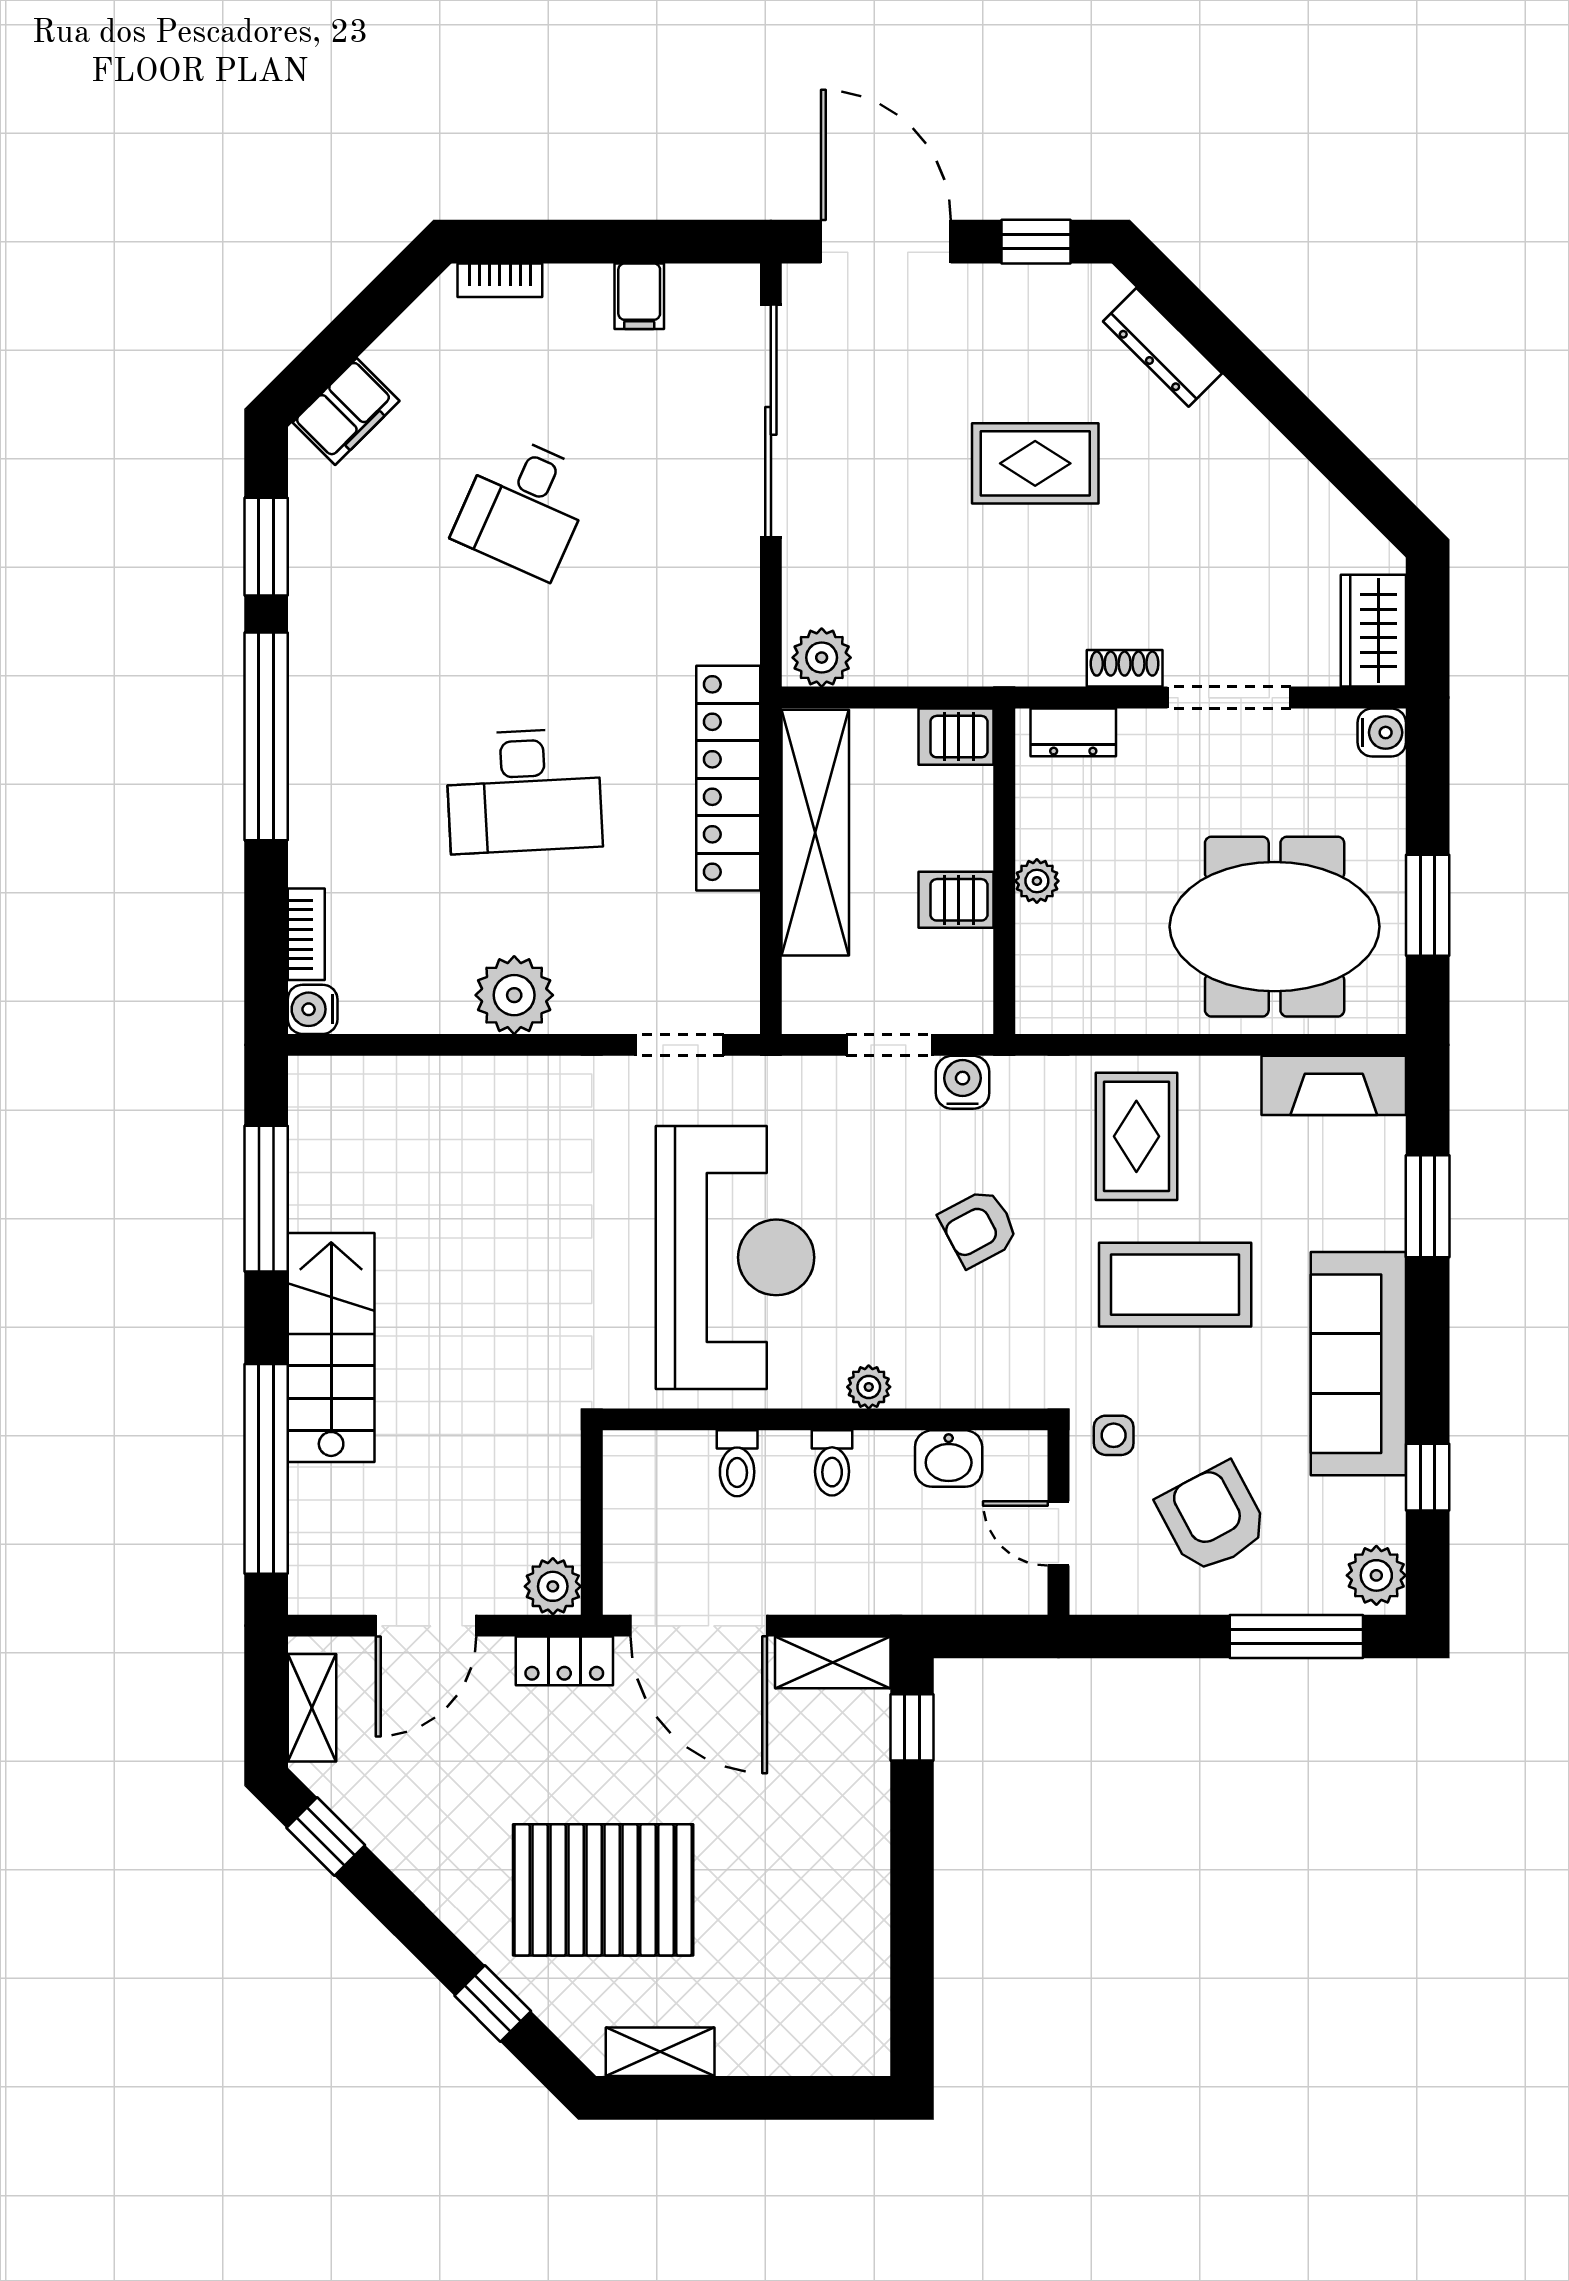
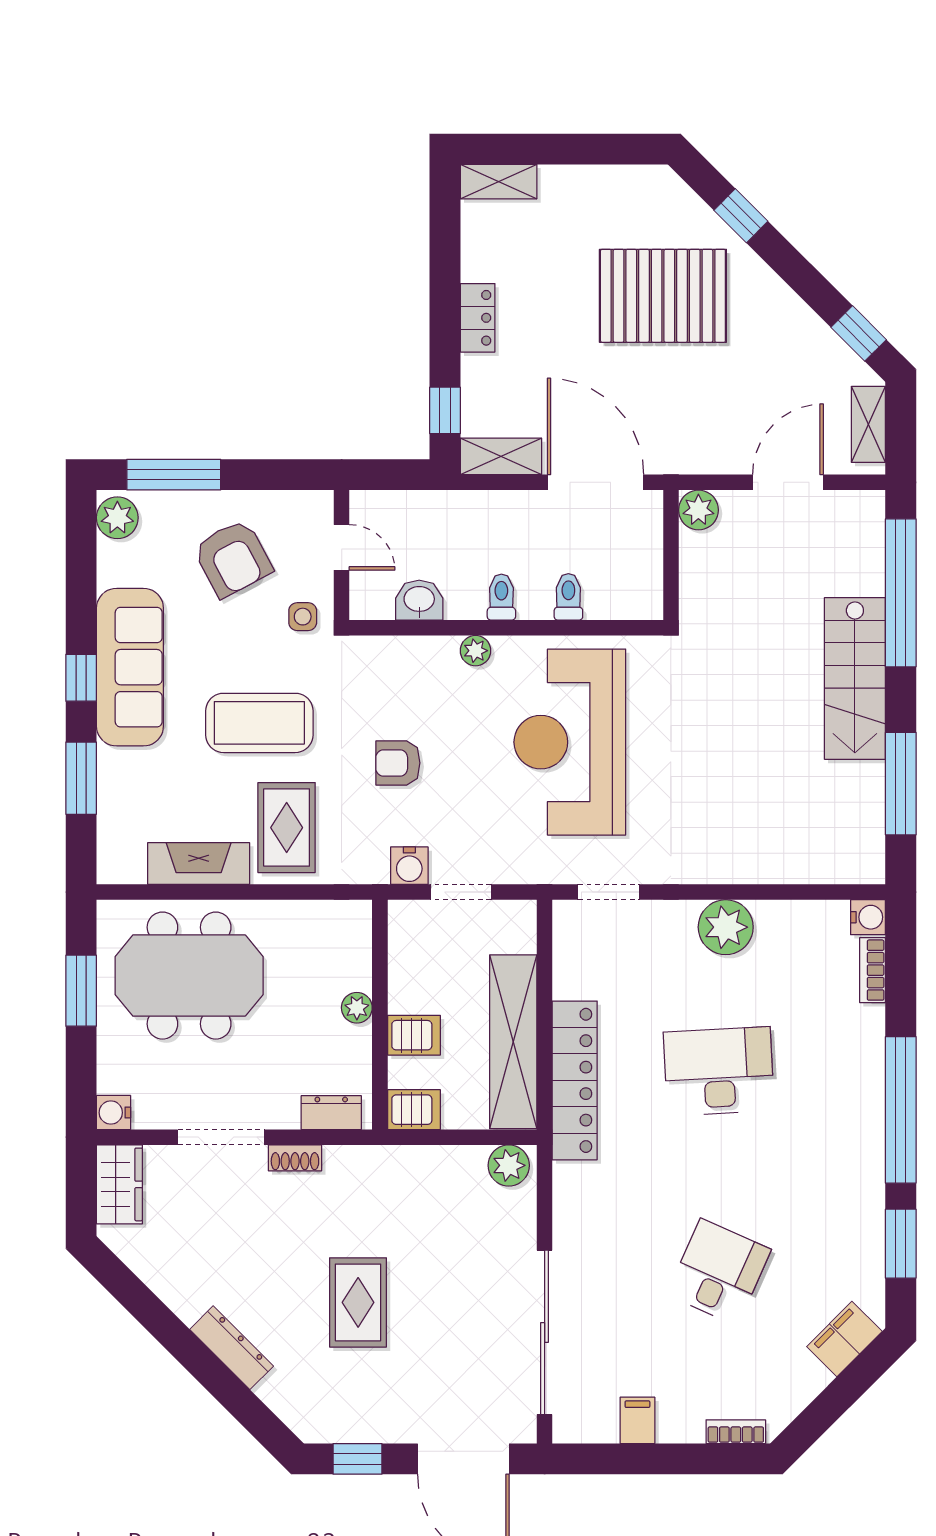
dresser: (1163, 347) -> (232, 1348), moved
rug: (1035, 463) -> (358, 1302), turned 90
server rack: (956, 900) -> (414, 1035), moved
fireplace: (1334, 1085) -> (199, 863), moved
armchair: (979, 1228) -> (398, 763), turned -152
window: (1428, 1477) -> (81, 678), moved
locker: (564, 1661) -> (478, 318), moved, turned 90
shelving: (660, 2052) -> (499, 182), moved

